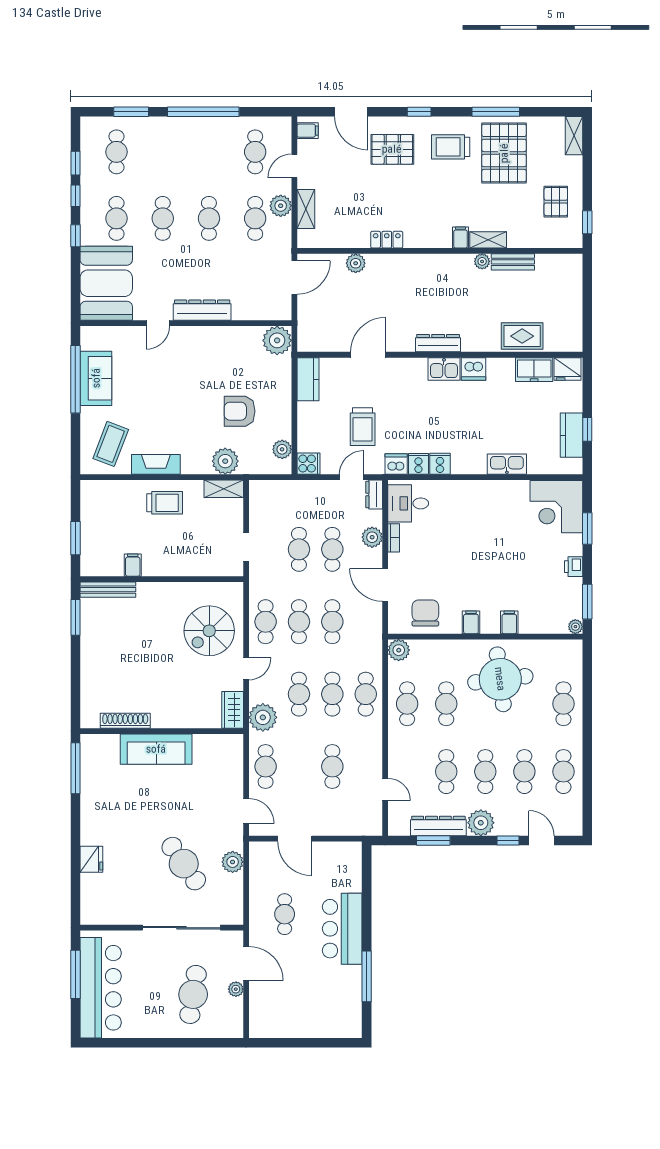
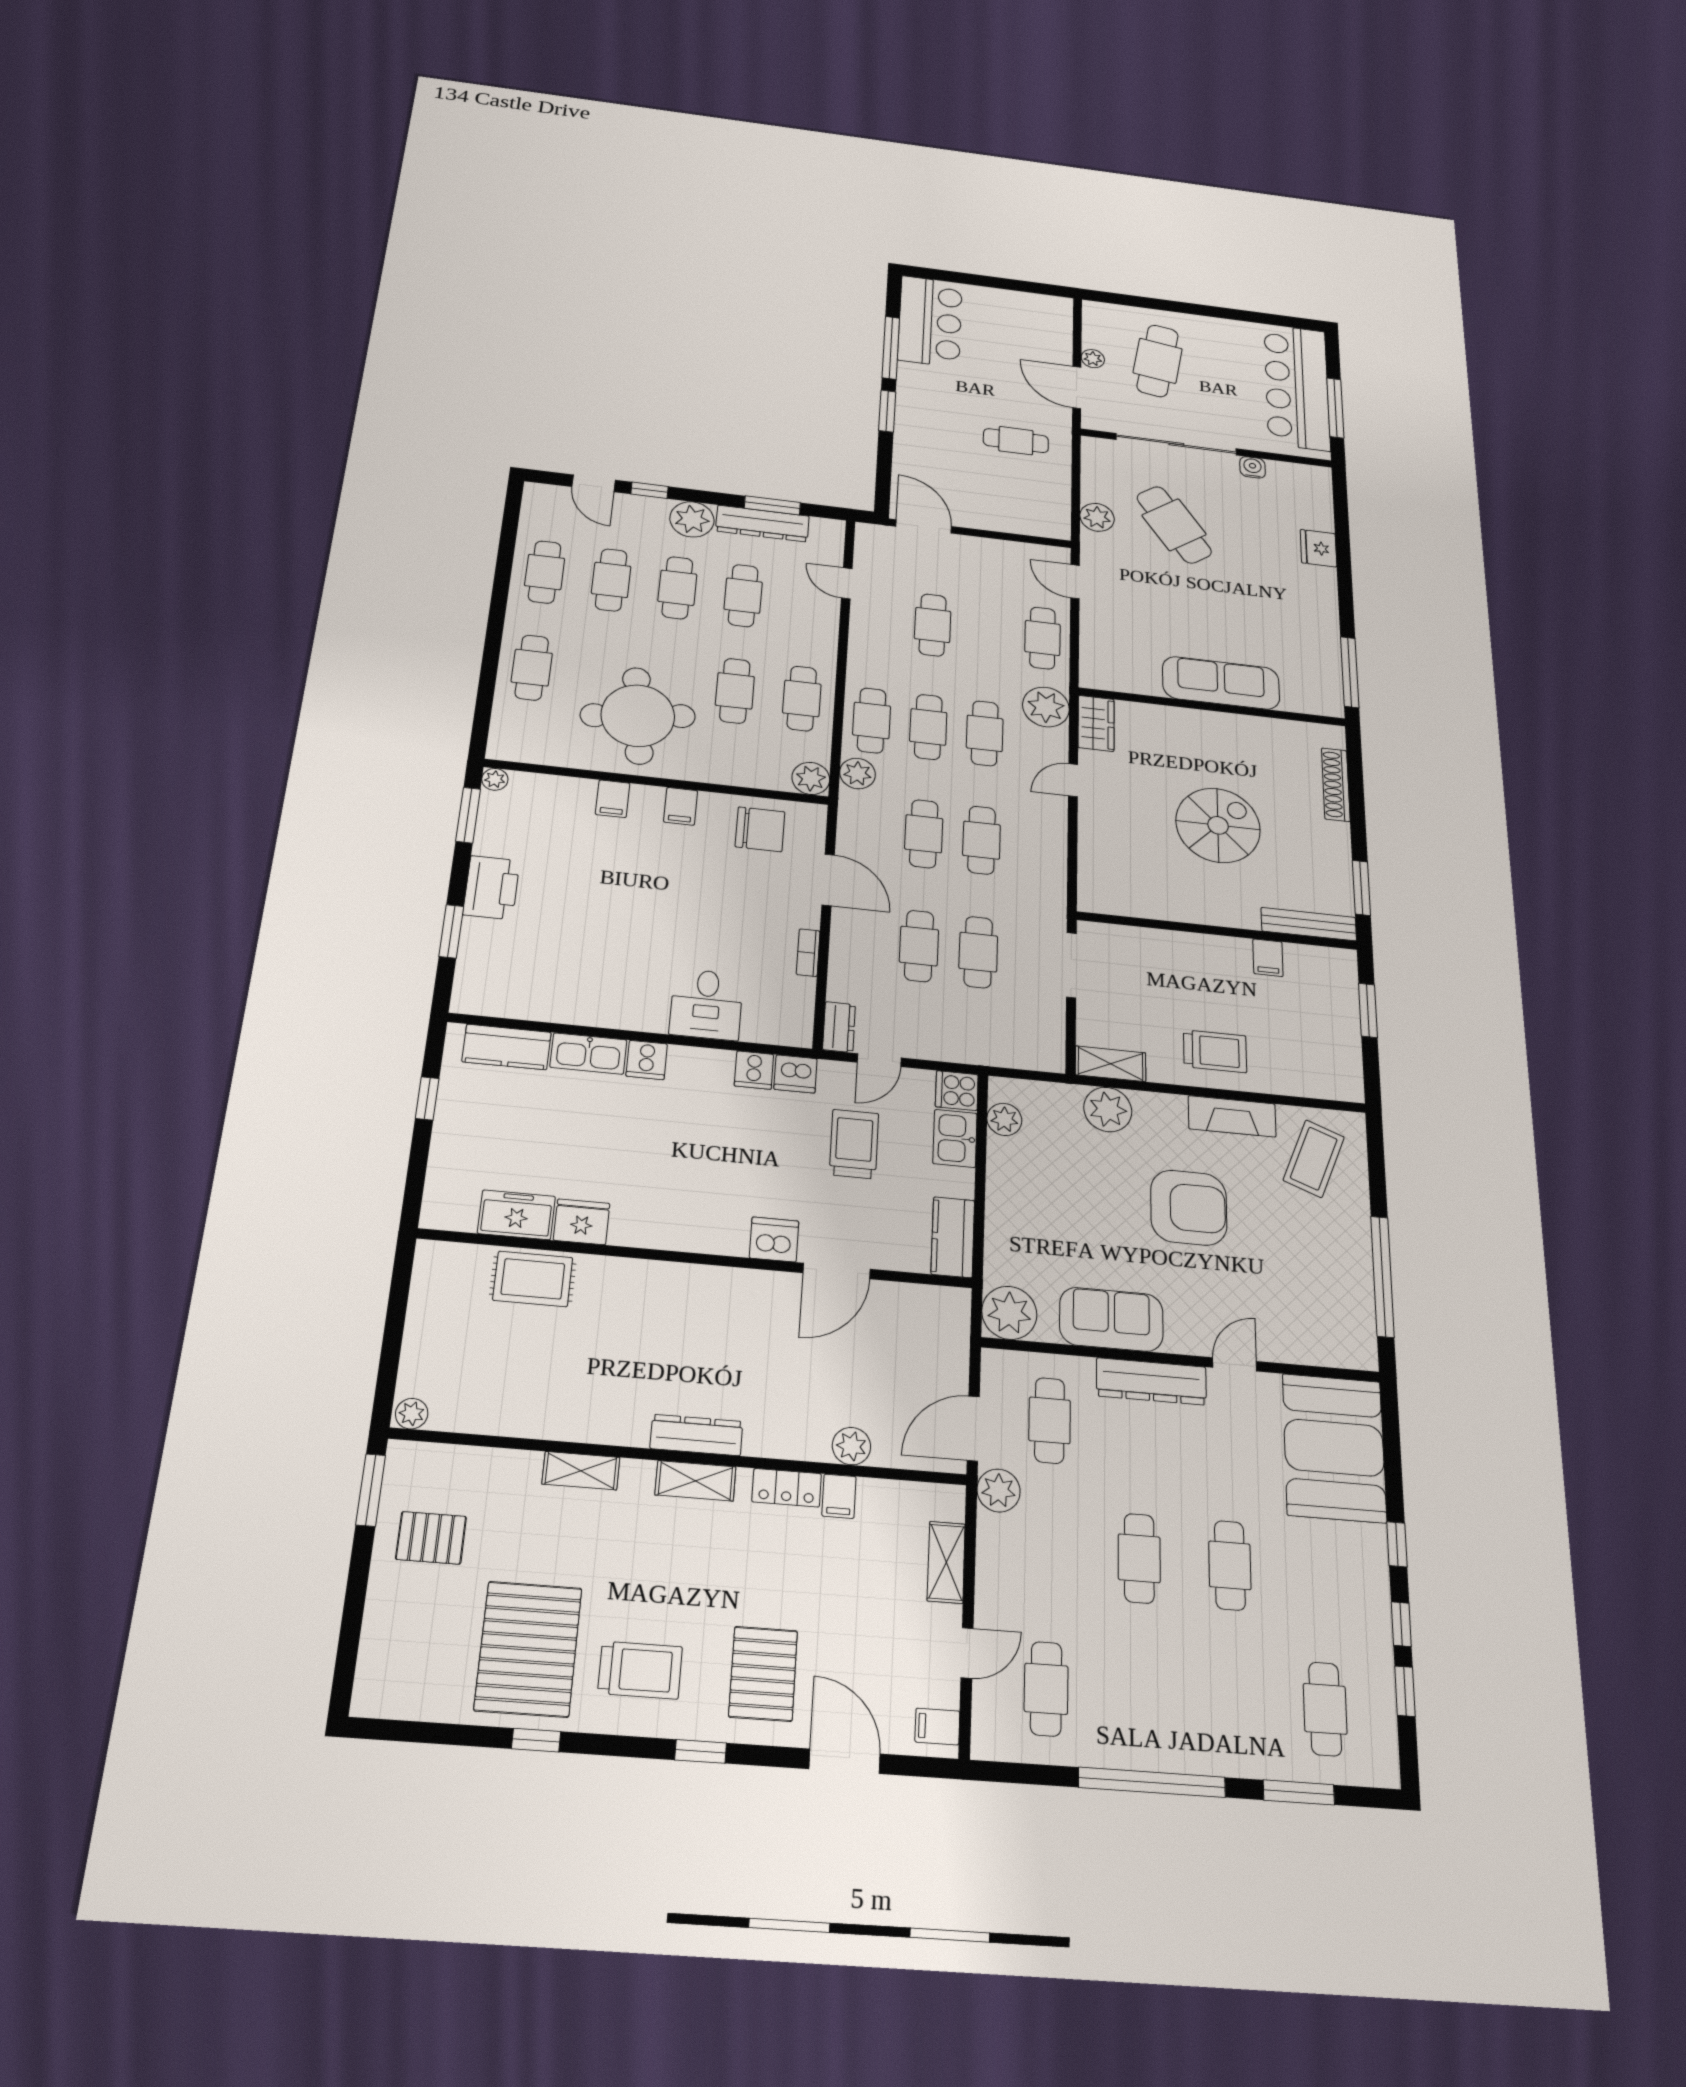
window: (496, 112) -> (536, 1740), width x0.46
shelving: (574, 136) -> (695, 1481), moved, turned 90
pallet: (392, 149) -> (763, 1674), turned 90
pallet: (556, 202) -> (431, 1538), turned 90
plant: (281, 206) -> (999, 1490), moved
cafe table: (116, 218) -> (1320, 1572), removed
cafe table: (255, 218) -> (1050, 1420), moved
window: (587, 222) -> (371, 1490), width x1.50
filing cabinet: (460, 238) -> (839, 1496), moved
plant: (482, 261) -> (412, 1414), moved
bench: (513, 262) -> (535, 1423), removed
dresser: (438, 343) -> (696, 1435), moved, turned 180
kitchen sink: (444, 369) -> (955, 1138), moved, turned -90
dishwasher: (473, 369) -> (774, 1239), moved
fridge: (568, 369) -> (582, 1222), moved
sofa: (96, 378) -> (1111, 1319), moved, turned 90
armchair: (240, 411) -> (1189, 1208), moved, width x1.36, depth x1.36
kitchen counter: (572, 435) -> (507, 1047), moved, turned 90
cooker: (440, 464) -> (647, 1060), moved
trolley: (165, 503) -> (1215, 1051), turned 180
desk: (408, 503) -> (706, 1004), moved, turned 90
corner desk: (556, 507) -> (504, 973), removed
plant: (372, 537) -> (858, 774), moved
doorway: (246, 547) -> (1071, 965), width x1.38
printer: (574, 567) -> (491, 888), width x1.87, depth x1.48
chair: (425, 613) -> (760, 829), turned -90
cafe table: (266, 622) -> (1039, 846), removed
spiral stairs: (209, 631) -> (1218, 825), moved
shoe rack: (125, 721) -> (1336, 785), moved, turned 90
door: (295, 839) -> (924, 526), moved
cafe table: (285, 914) -> (1016, 441), turned 90
water cooler: (132, 917) -> (1253, 467), added
window: (367, 925) -> (887, 411), added
bar counter: (342, 929) -> (930, 321), moved

